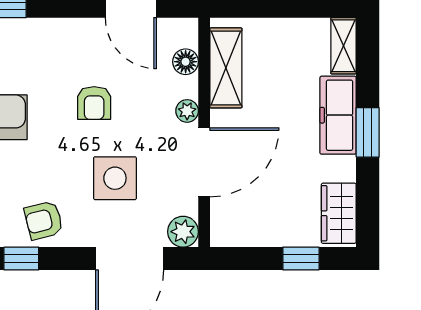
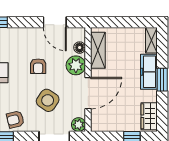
plant: (187, 111) -> (76, 65), width x1.87, depth x1.87
side table: (115, 178) -> (48, 100), turned 34

